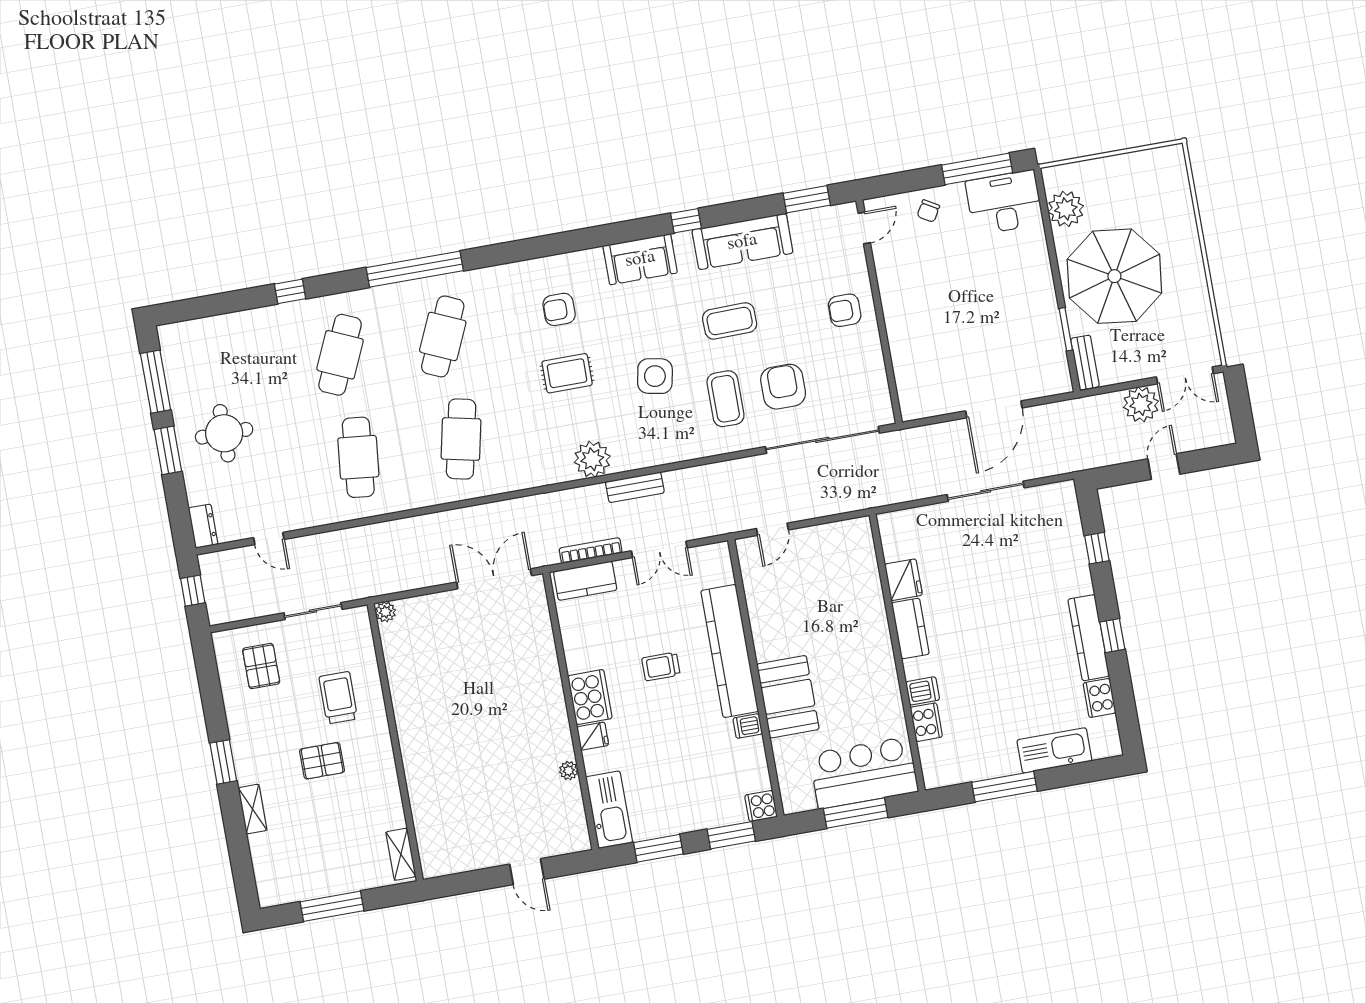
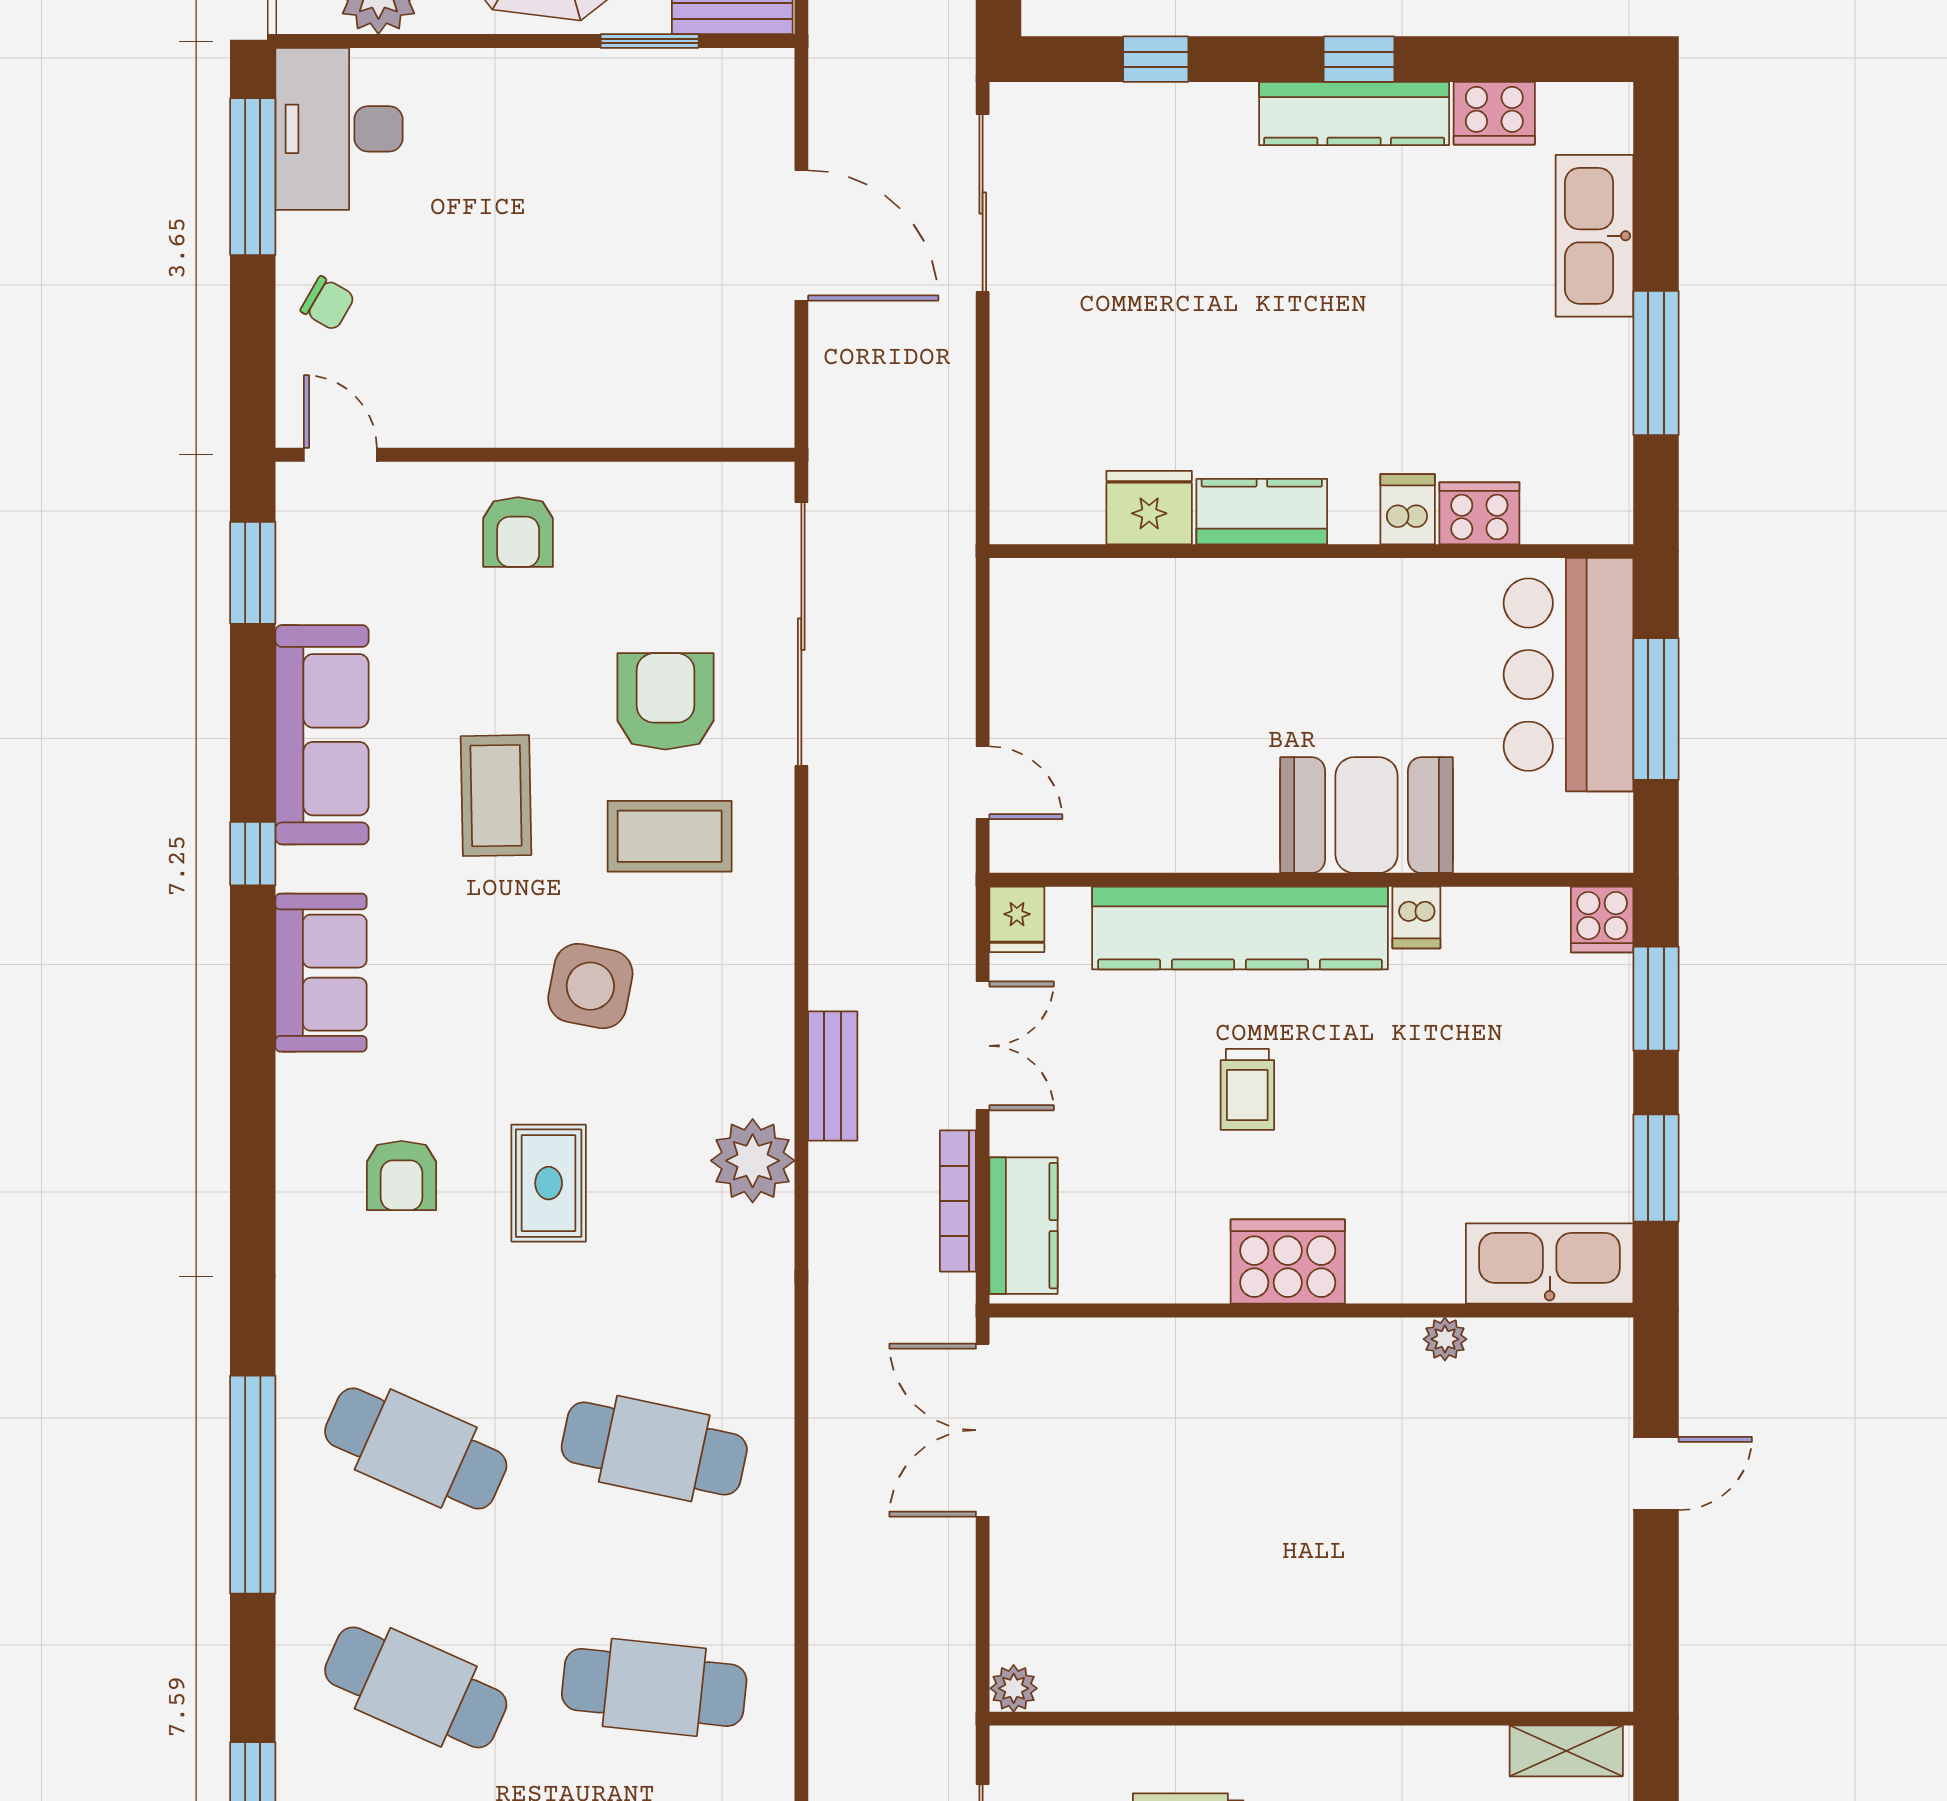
armchair: (783, 387) -> (665, 701), turned 90
sliding door: (986, 491) -> (983, 203), moved
fridge: (593, 736) -> (1017, 919), moved, turned 180

